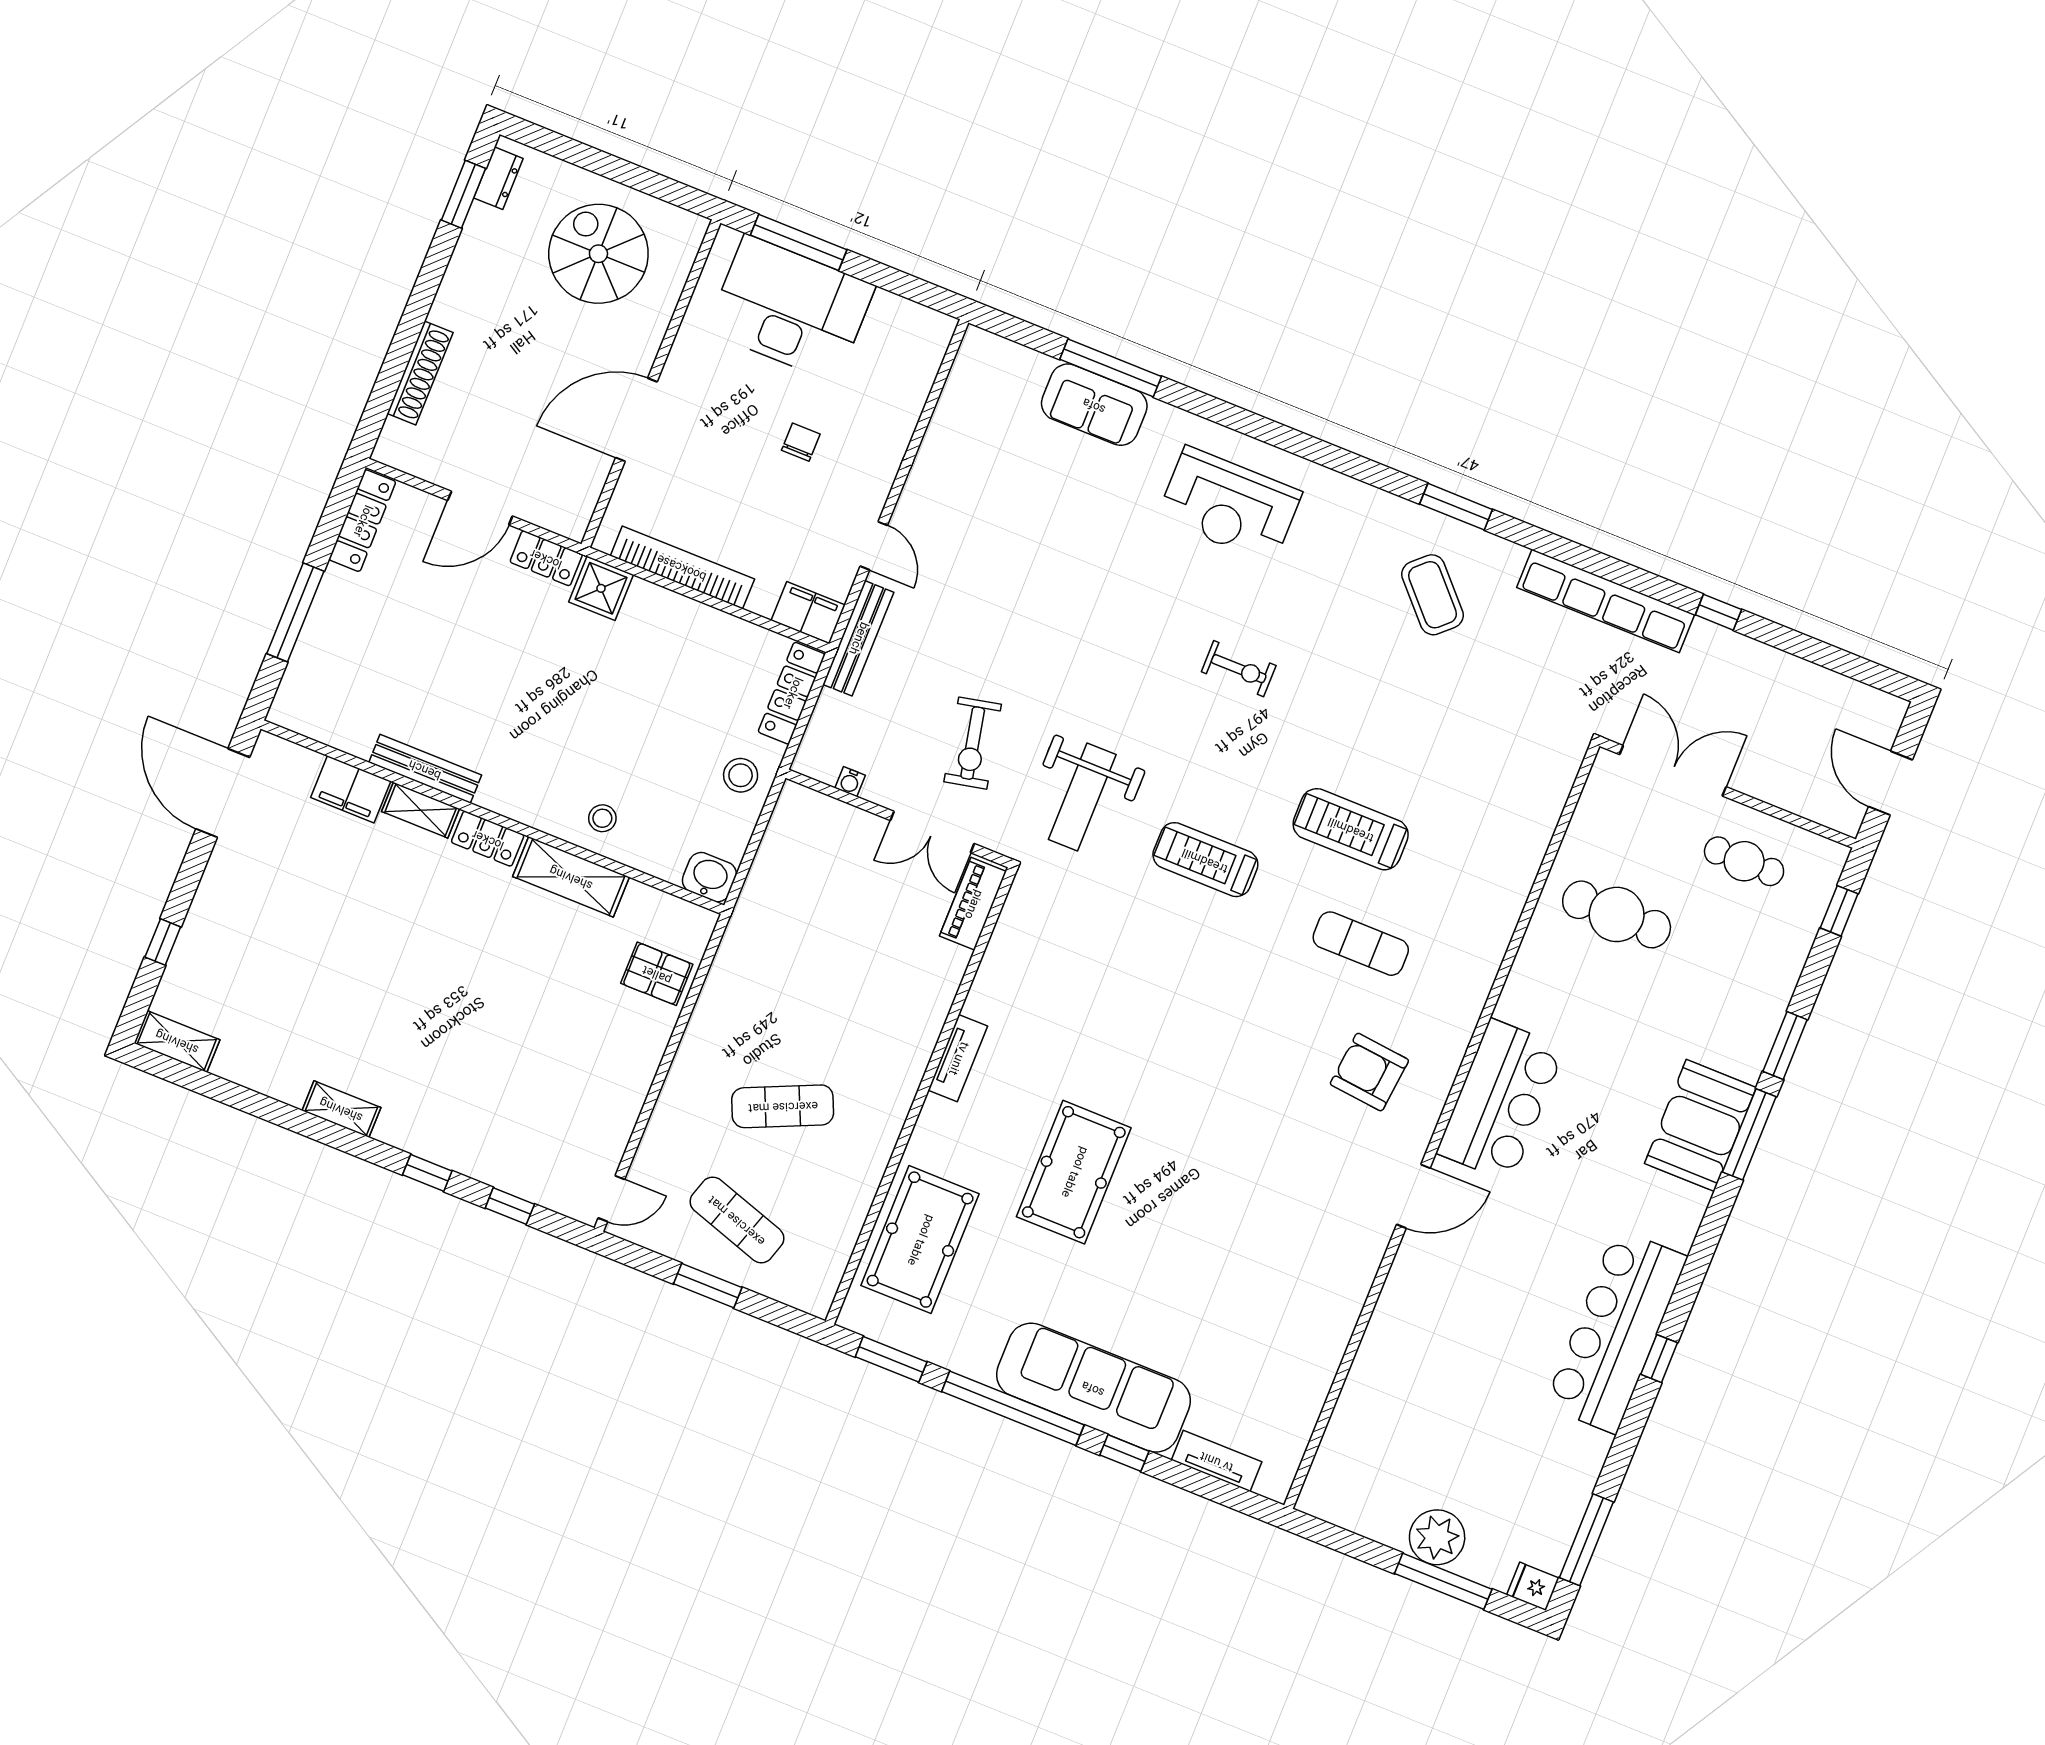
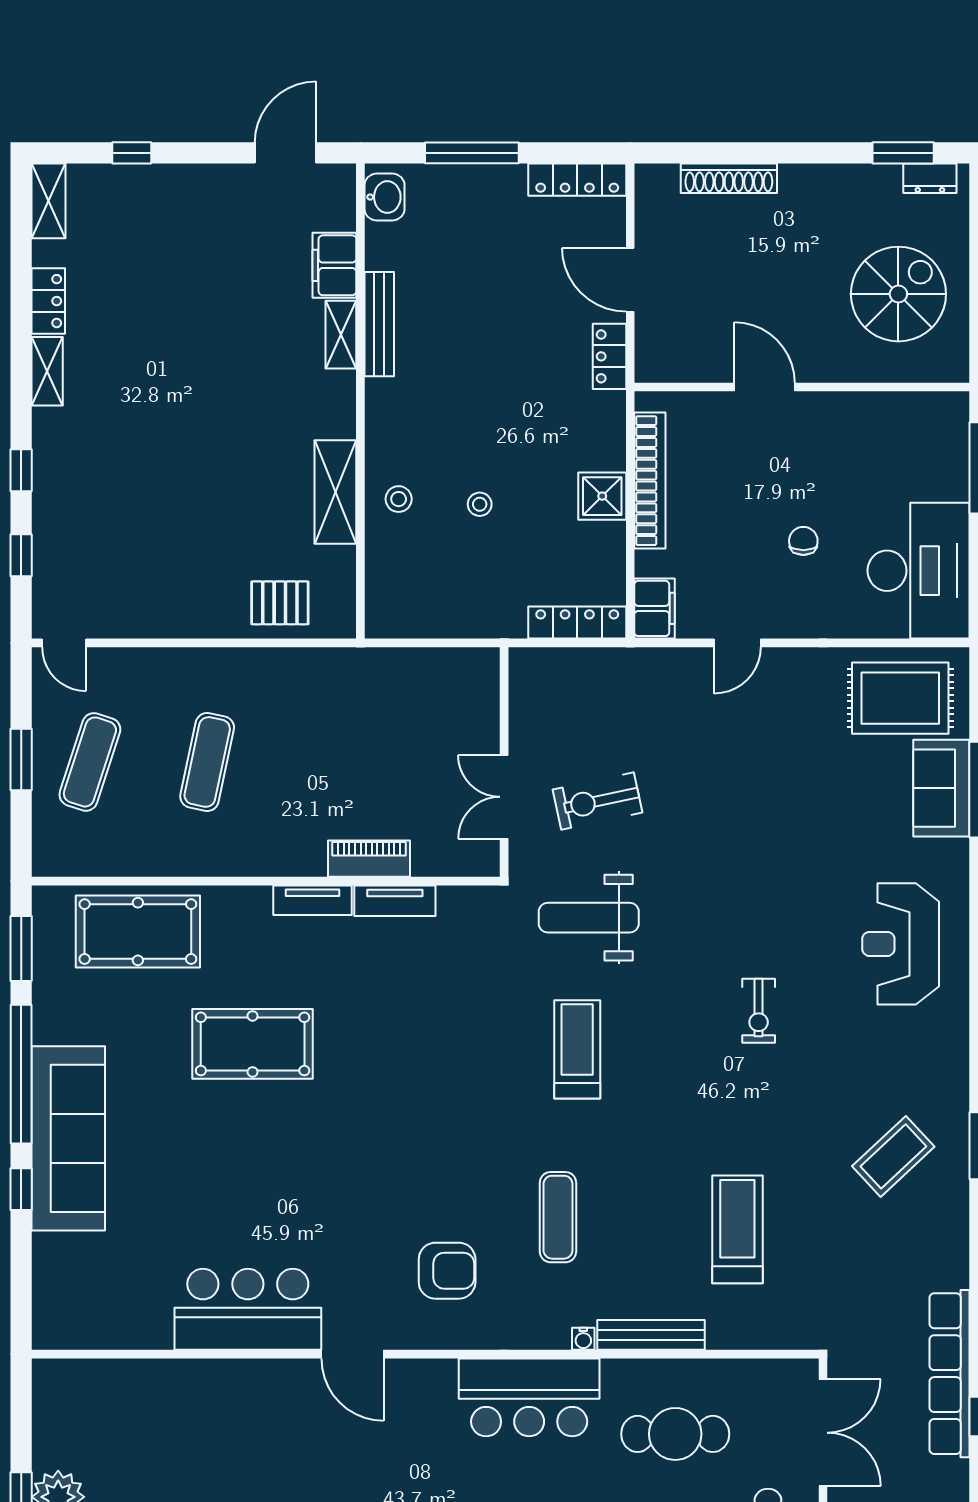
desk: (791, 308) -> (919, 571), moved
rug: (991, 409) -> (900, 698), added
door: (636, 420) -> (765, 387), width x0.73
chair: (801, 442) -> (803, 541), turned -90
shower: (601, 588) -> (602, 496), moved
row of seats: (1606, 601) -> (950, 1374), moved
bench: (858, 638) -> (651, 1335), moved
stool: (741, 775) -> (480, 504), moved, width x0.73, depth x0.73
water cooler: (850, 782) -> (583, 1339), moved, turned -90
door: (223, 793) -> (285, 153), width x0.73
treadmill: (1351, 829) -> (737, 1229), moved
locker: (488, 839) -> (48, 301), moved, turned 180
washbasin: (709, 877) -> (385, 197), moved
piano: (973, 904) -> (369, 859), moved
cafe table: (1617, 914) -> (675, 1434), turned 90
pallet: (657, 974) -> (280, 603), turned 90
armchair: (1369, 1072) -> (447, 1271), turned 84
bar counter: (1501, 1100) -> (529, 1397), moved
exercise mat: (783, 1106) -> (207, 762), turned 36
bar counter: (1329, 1280) -> (248, 1309), added
tv unit: (1217, 1461) -> (395, 901), moved, turned 90

